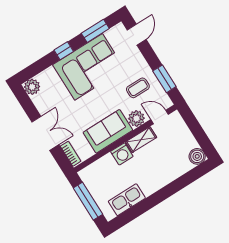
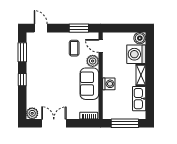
corner sofa: (89, 67) -> (42, 70), removed
door: (160, 117) -> (101, 46), hinge flipped
double door: (45, 133) -> (54, 123), moved
shelving: (141, 140) -> (141, 75), moved
washing machine: (176, 164) -> (136, 54), added

